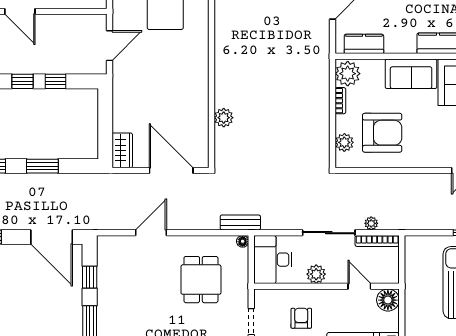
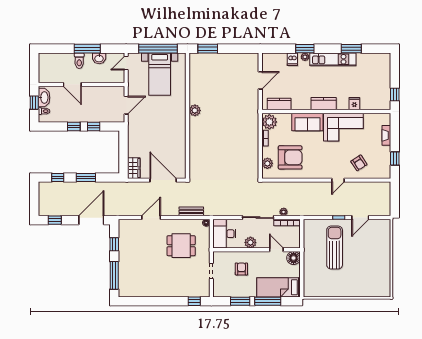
plant: (224, 118) -> (195, 110), moved
bench: (240, 222) -> (191, 211), moved
door: (52, 237) -> (91, 220), swing flipped
dining table: (201, 280) -> (181, 246), turned 90

